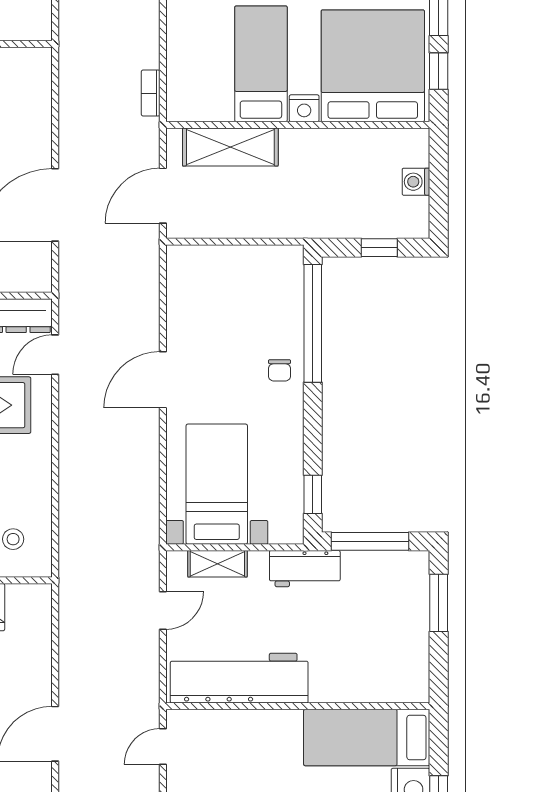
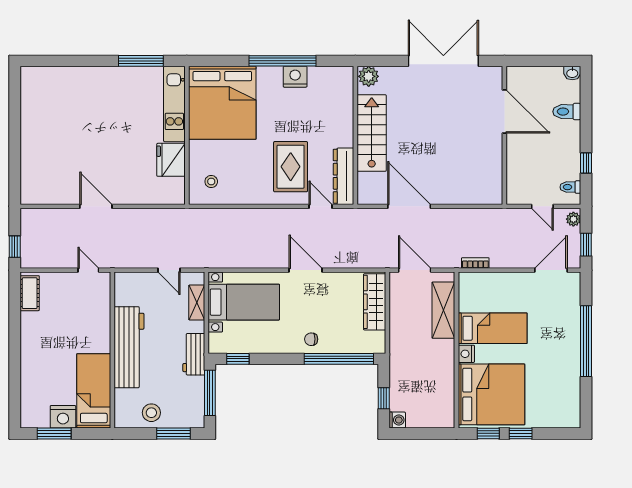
washing machine: (416, 182) -> (397, 420), moved, turned 90
wardrobe: (216, 263) -> (375, 302), added
stool: (404, 640) -> (151, 413), added
workbench: (239, 678) -> (129, 347), moved

